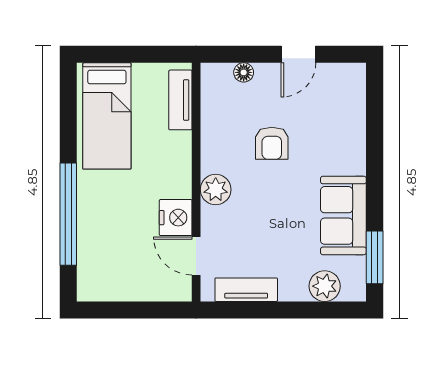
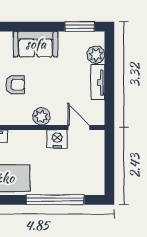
sofa: (343, 215) -> (36, 44), moved
door: (196, 256) -> (79, 127), swing flipped
tv unit: (246, 290) -> (98, 82), moved

